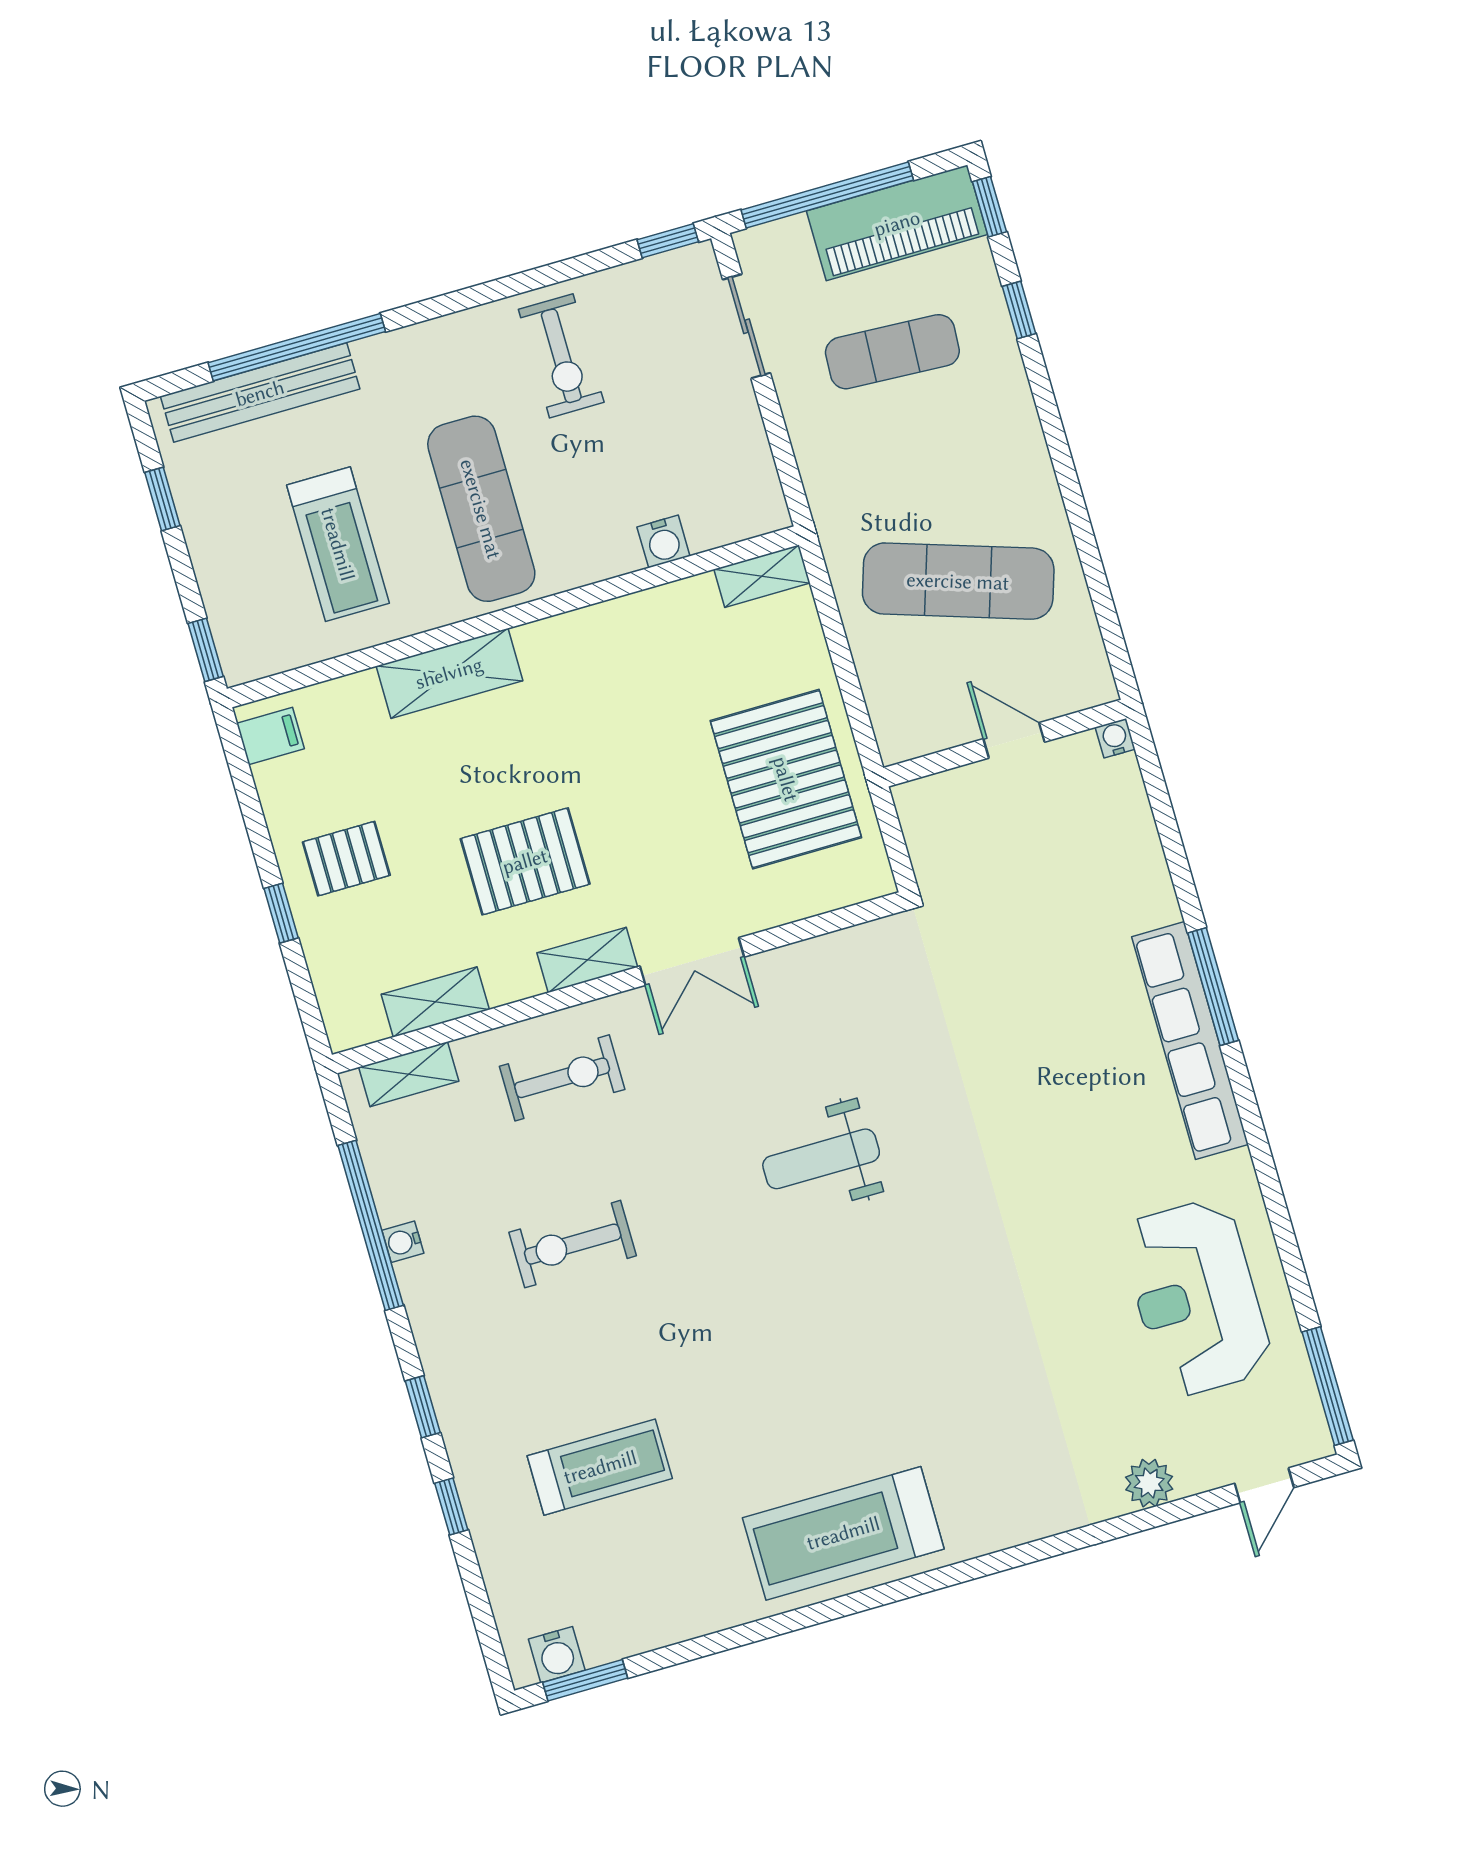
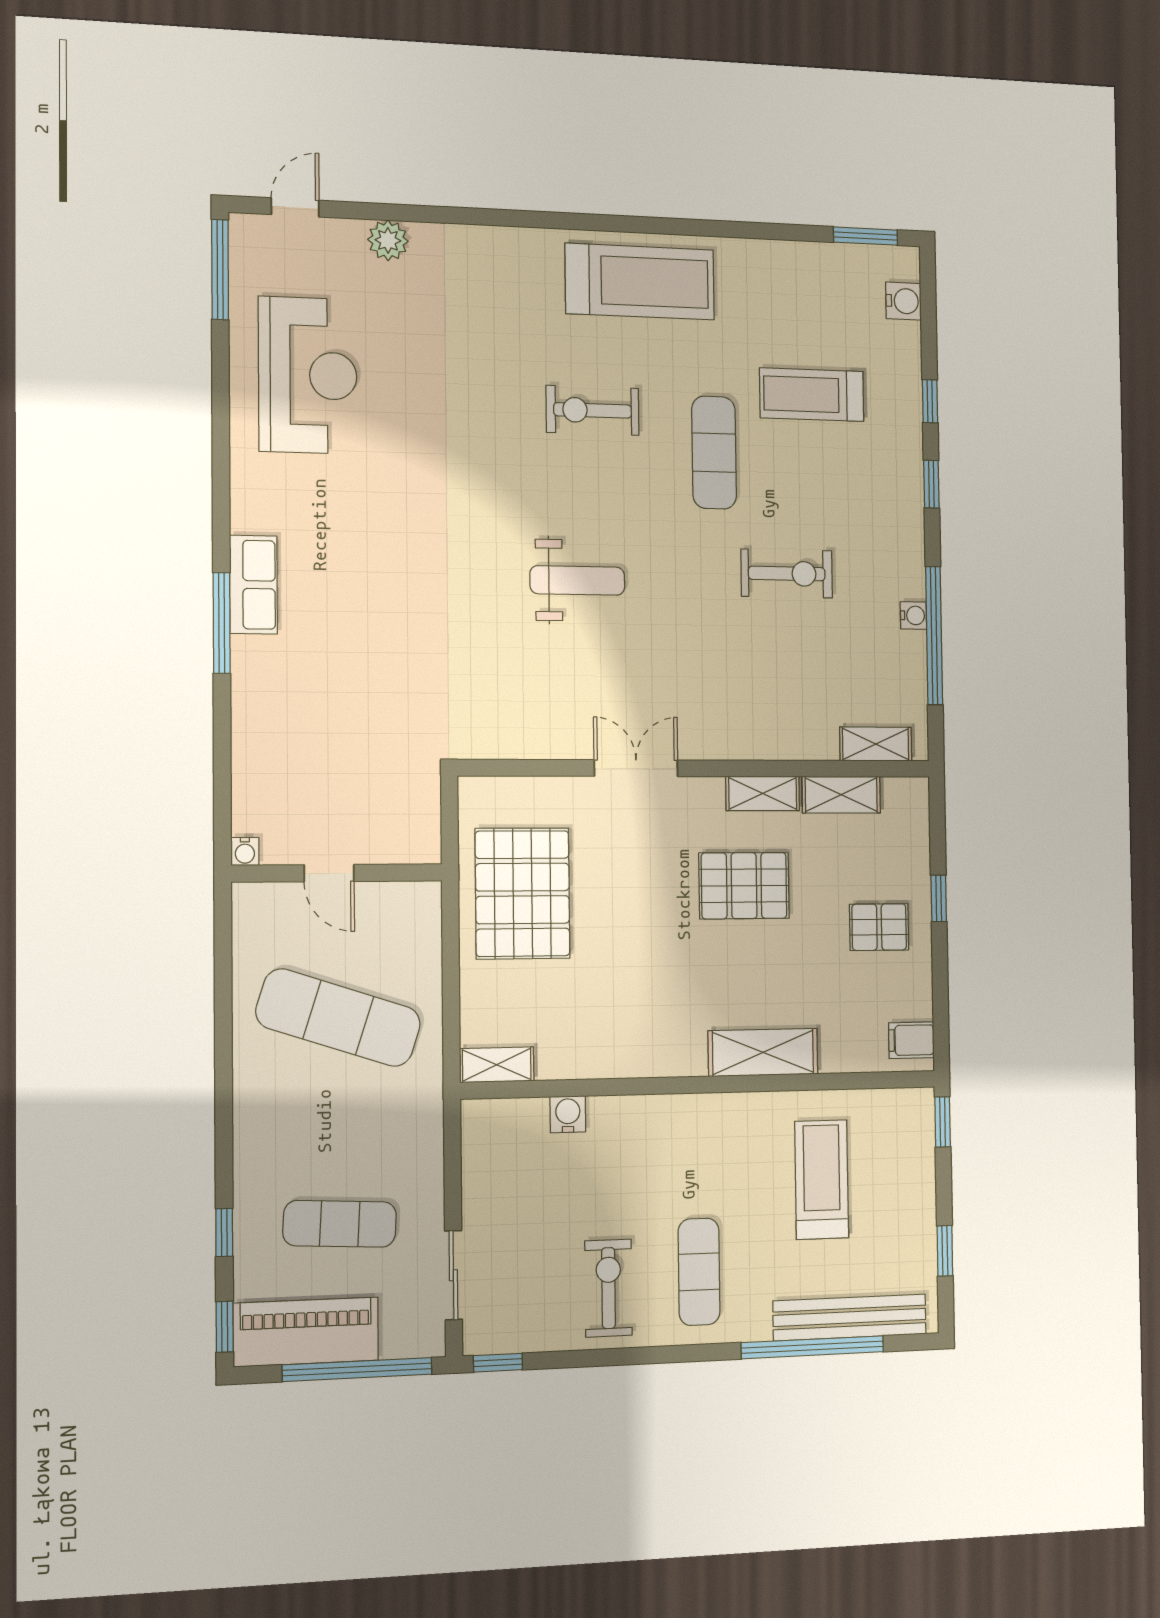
exercise mat: (481, 509) -> (699, 1272), moved, width x0.73, depth x0.69
shelving: (587, 960) -> (763, 793), moved
row of seats: (1190, 1041) -> (253, 585), width x0.50
exercise bike: (562, 1078) -> (593, 410), moved
exercise mat: (700, 1360) -> (714, 453), added
water cooler: (557, 1655) -> (903, 301), moved, turned 90

